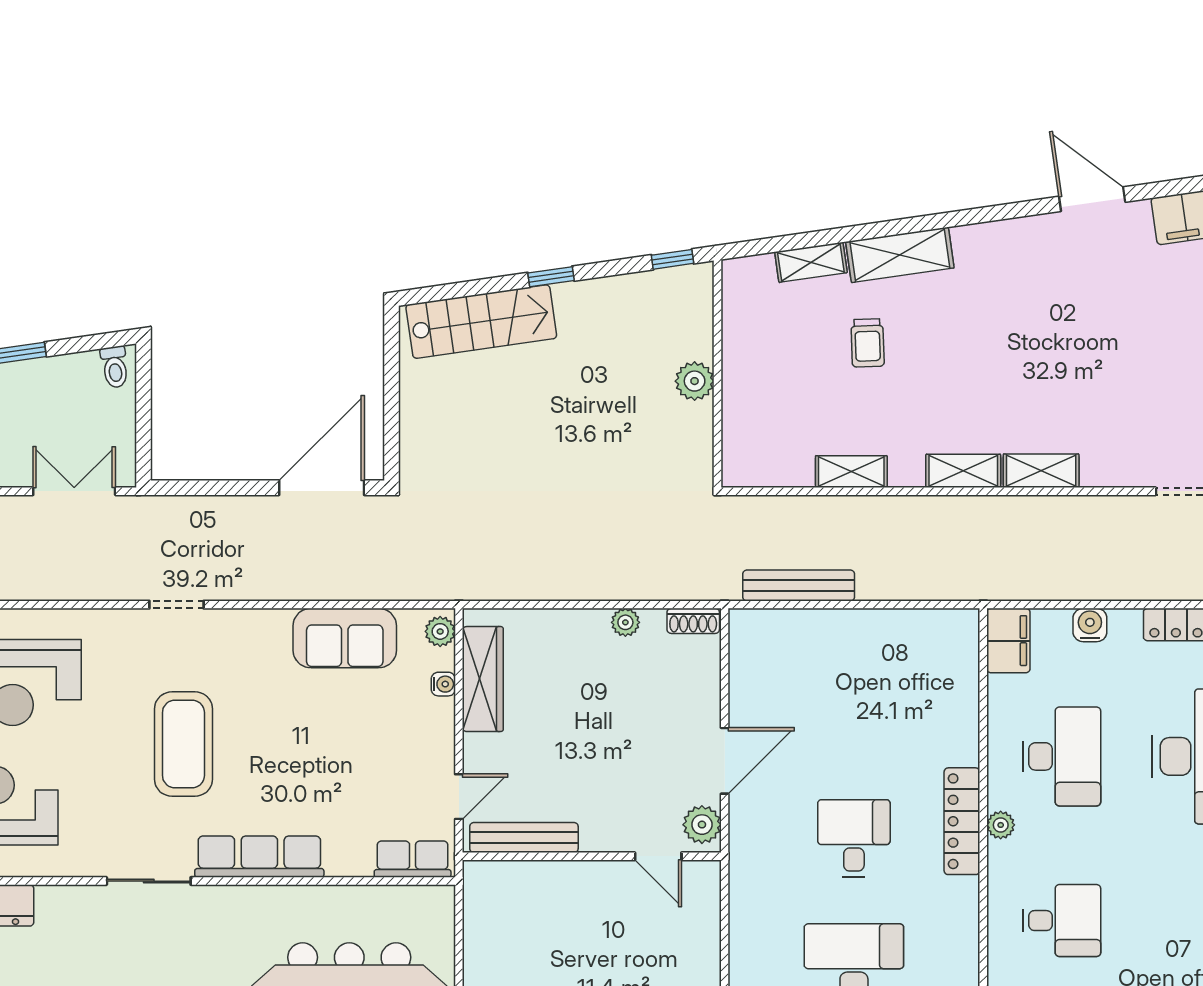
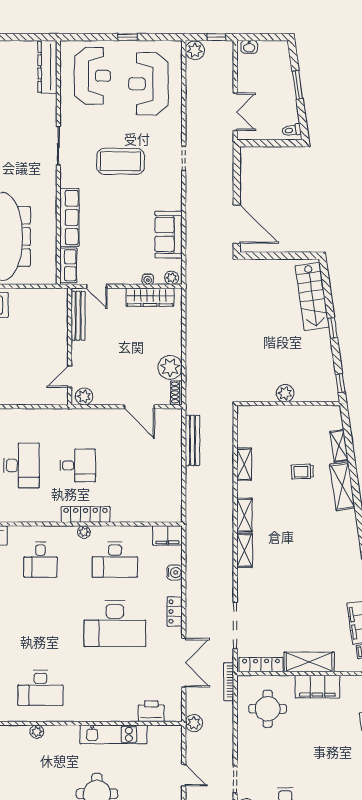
plant: (625, 622) -> (170, 367), width x1.87, depth x1.87
door: (725, 761) -> (140, 407), moved
row of seats: (259, 857) -> (69, 217), moved

